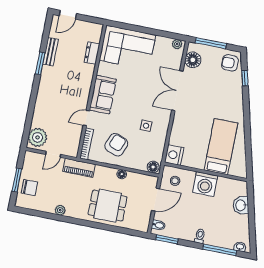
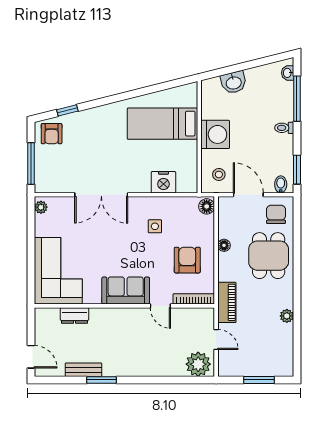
floor lamp: (193, 60) -> (57, 183), removed
armchair: (116, 145) -> (187, 260), turned 69
nightstand: (174, 155) -> (163, 182), moved
chair: (29, 188) -> (276, 214), moved

